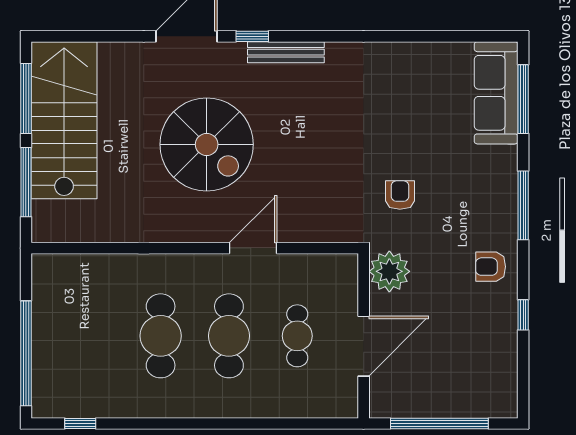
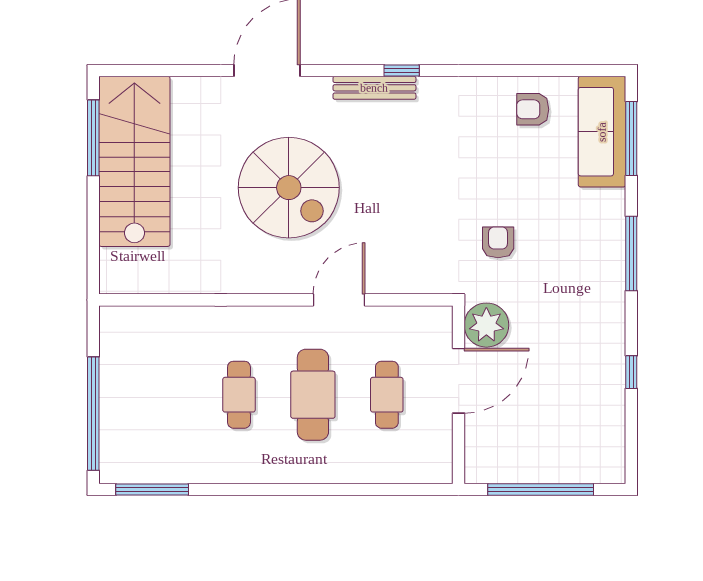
window: (252, 36) -> (402, 71), moved
window: (26, 182) -> (93, 228), removed
armchair: (491, 267) -> (533, 109), moved
cafe table: (161, 336) -> (239, 395), width x0.73, depth x0.74
door: (364, 346) -> (459, 381), moved
window: (80, 424) -> (152, 490), width x2.17

